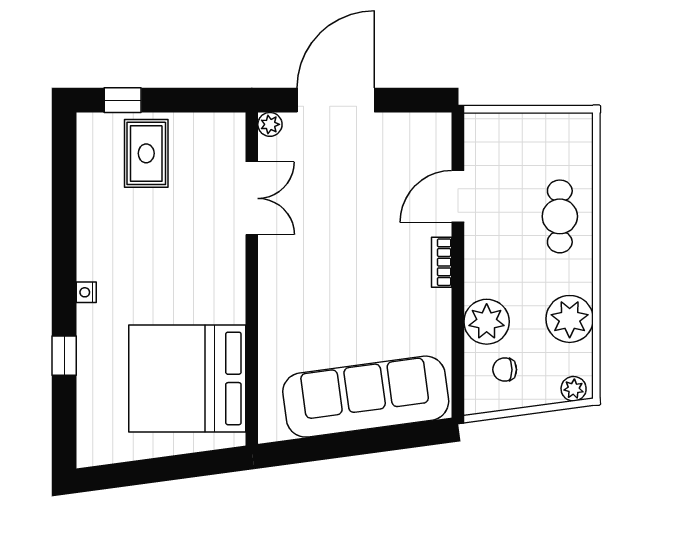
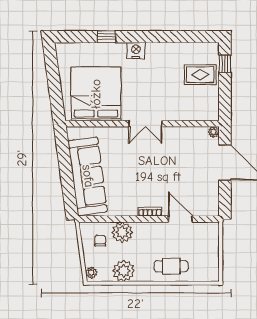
double door: (252, 198) -> (145, 124), moved
nightstand: (86, 292) -> (136, 51), width x1.89, depth x1.79

